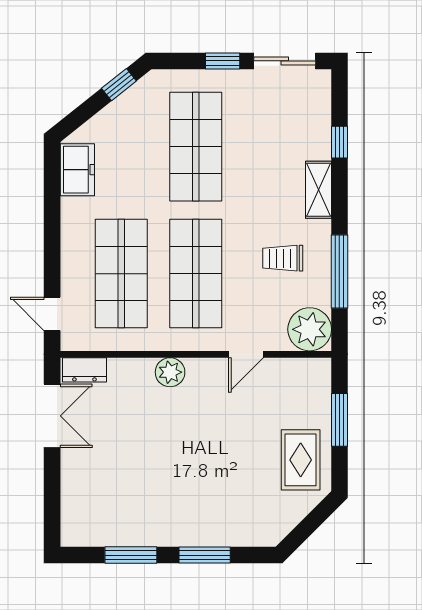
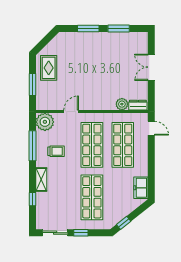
plant: (170, 372) -> (122, 104), moved
double door: (52, 416) -> (151, 67), moved

